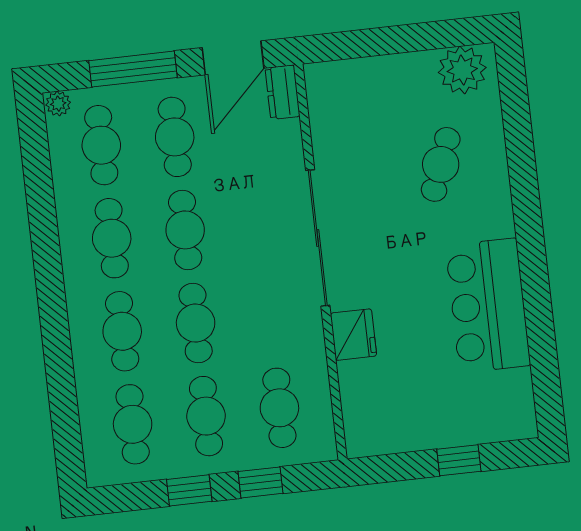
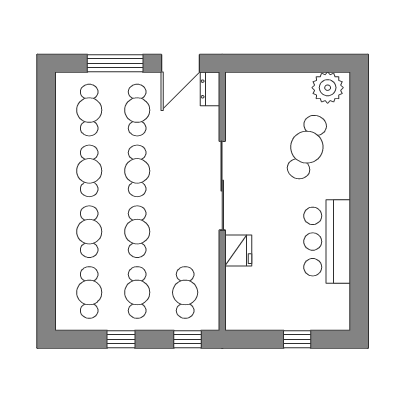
plant: (58, 104) -> (64, 80), removed
cafe table: (441, 164) -> (307, 147), width x1.37, depth x1.35
window: (261, 482) -> (188, 339), moved

